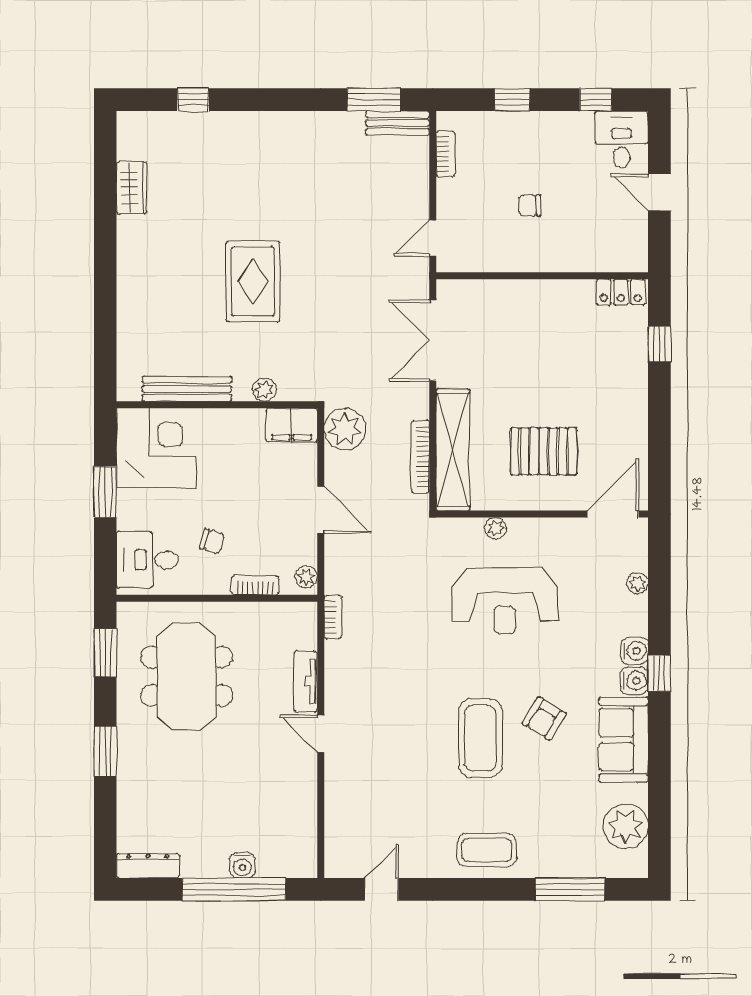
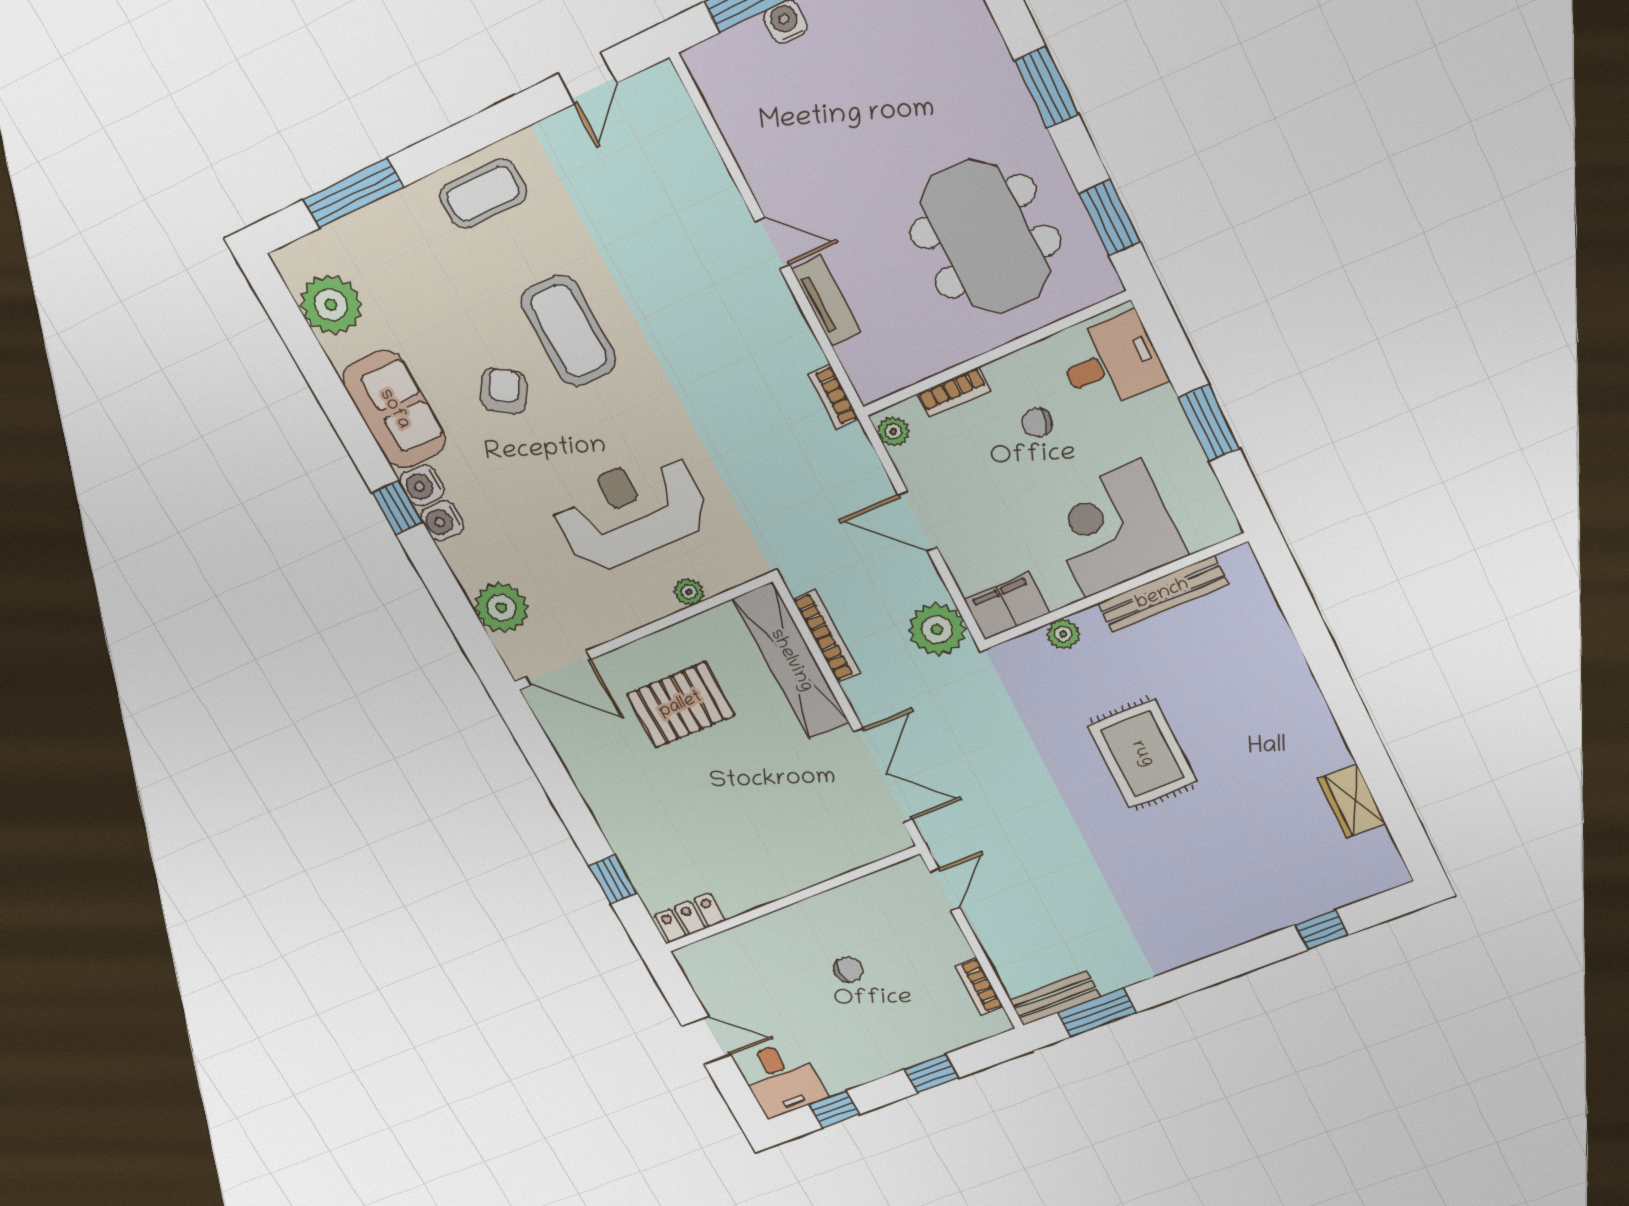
corner desk: (156, 448) -> (1113, 529), moved, turned 90
door: (613, 514) -> (558, 668), hinge flipped
plant: (637, 583) -> (501, 607), width x1.88, depth x1.88

